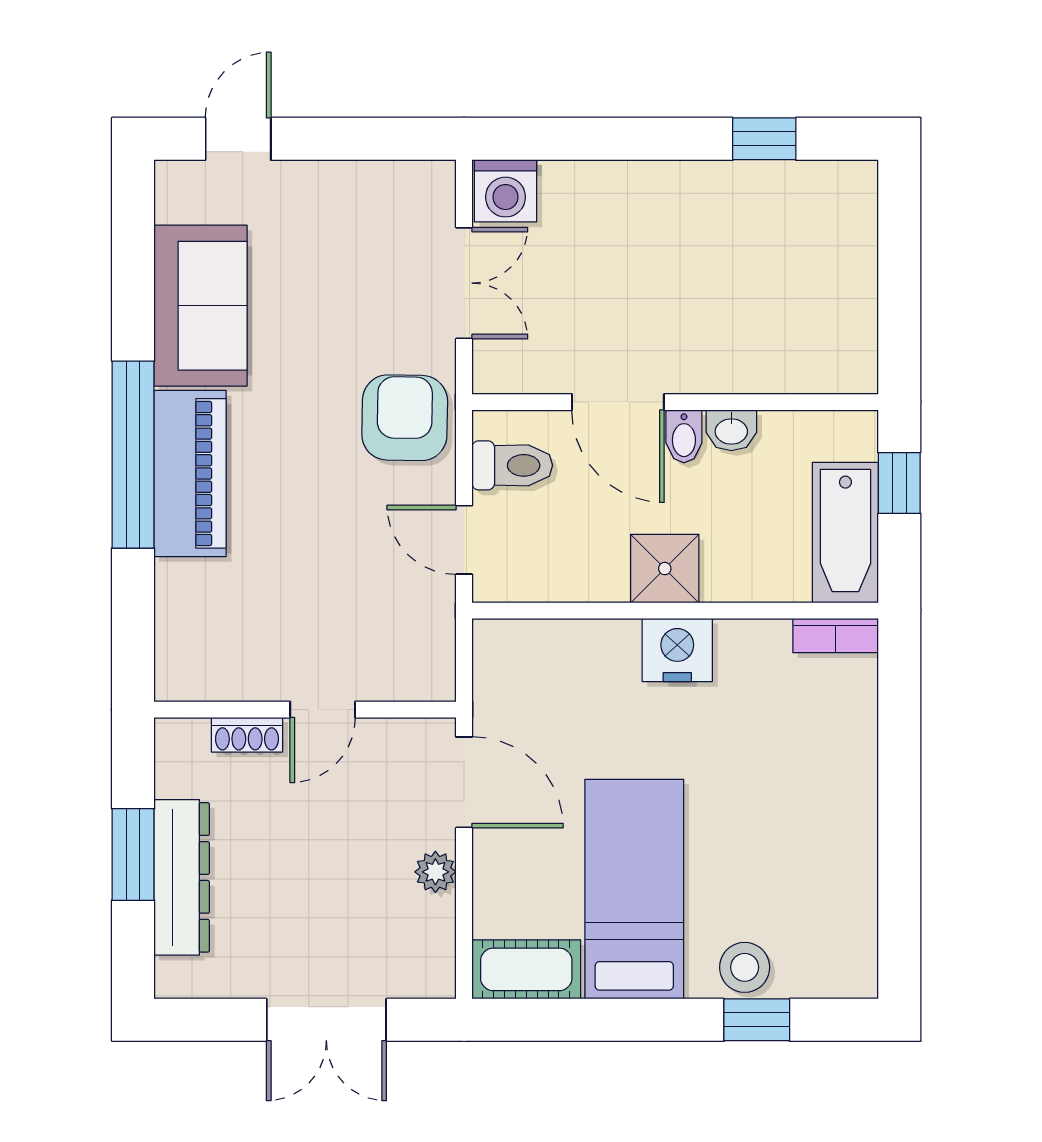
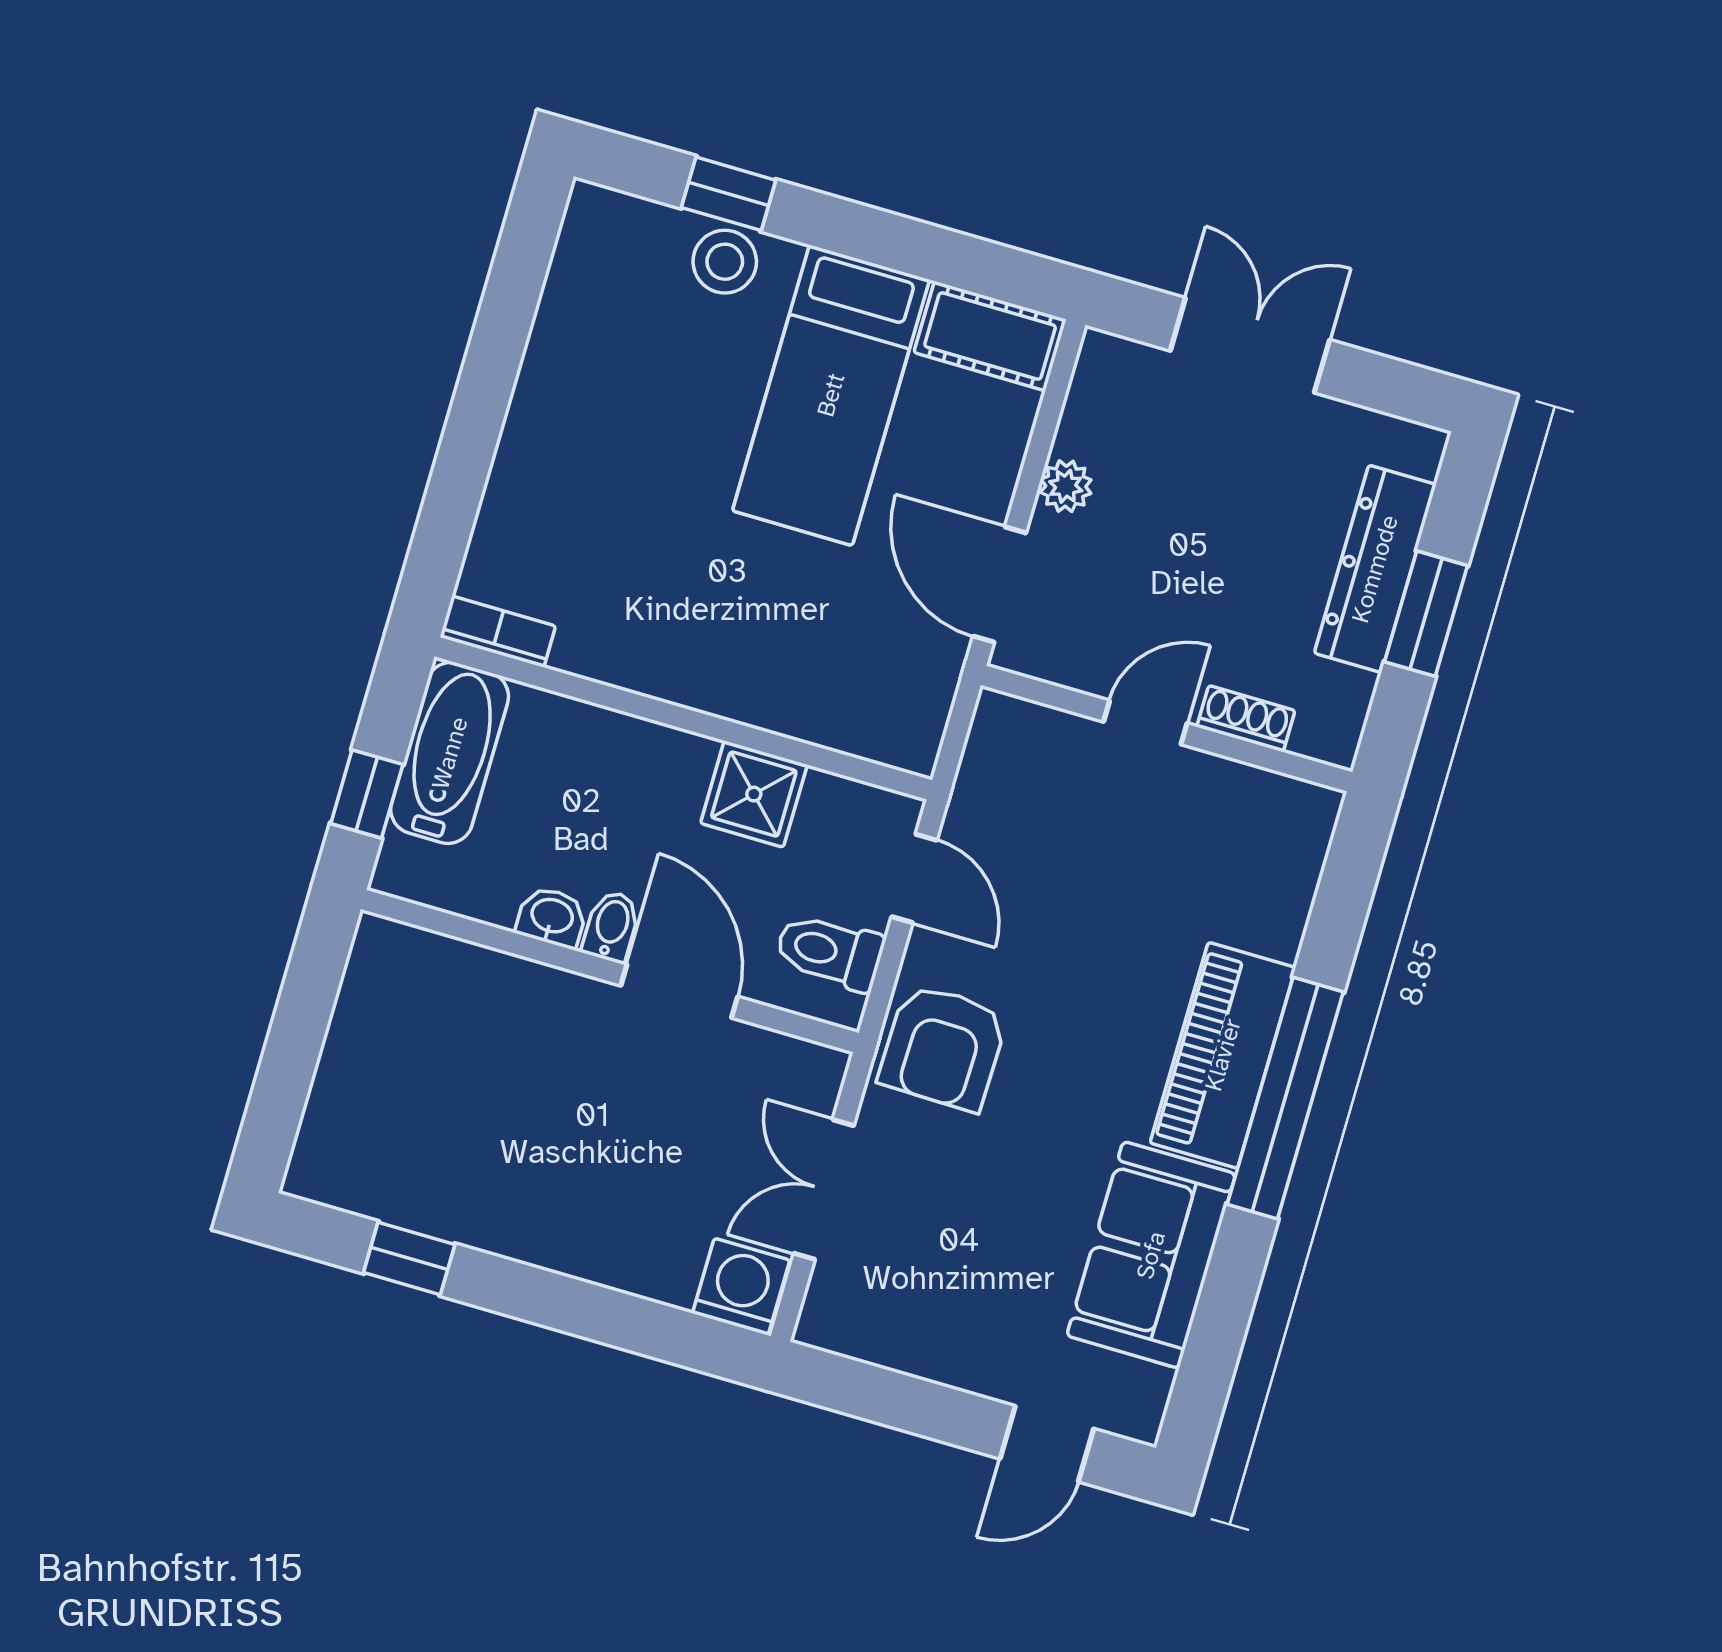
shower: (665, 569) -> (754, 794), moved
nightstand: (677, 650) -> (695, 670), removed

